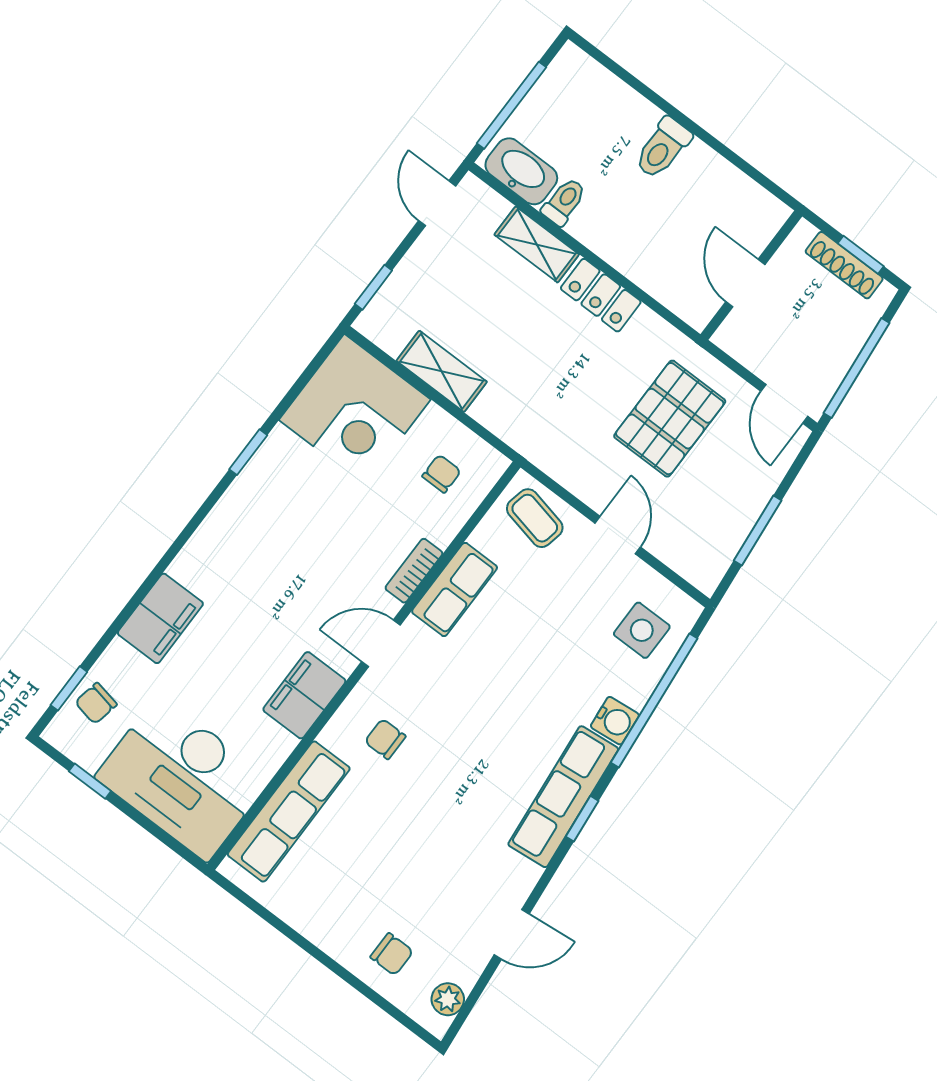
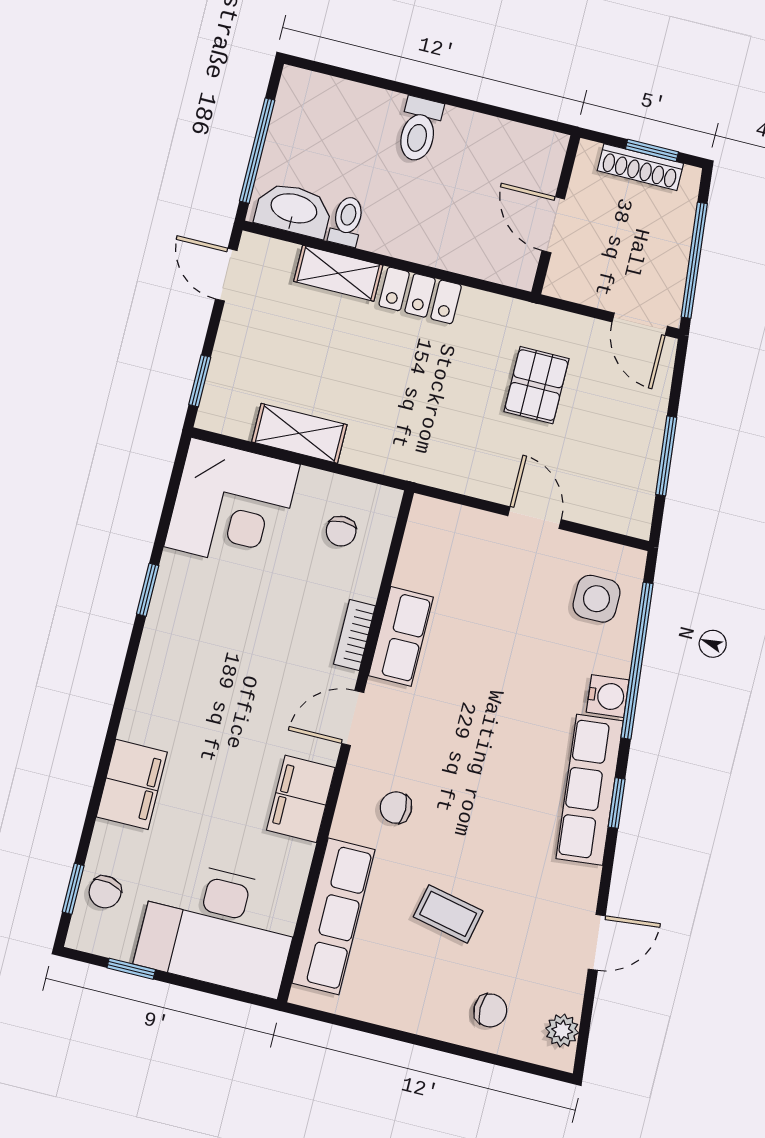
pallet: (670, 419) -> (537, 385), width x0.67, depth x0.71
chair: (441, 474) -> (341, 531), turned 180
coffee table: (535, 518) -> (448, 914), moved

